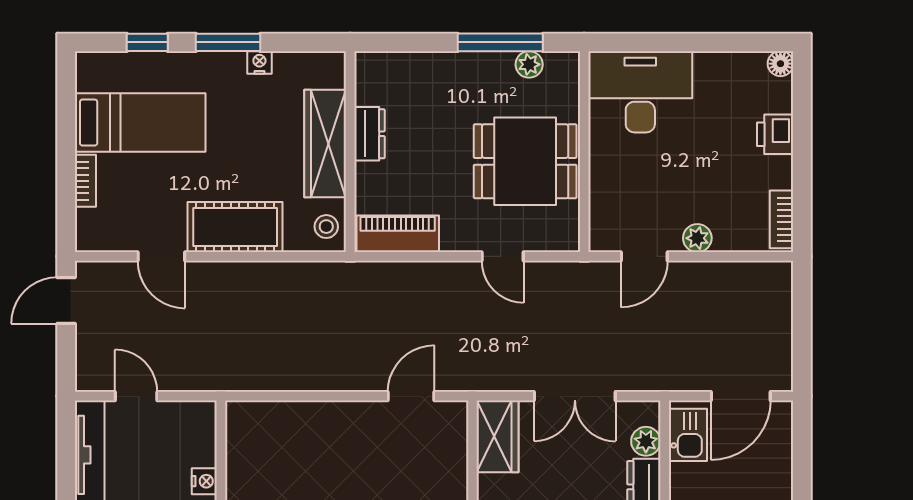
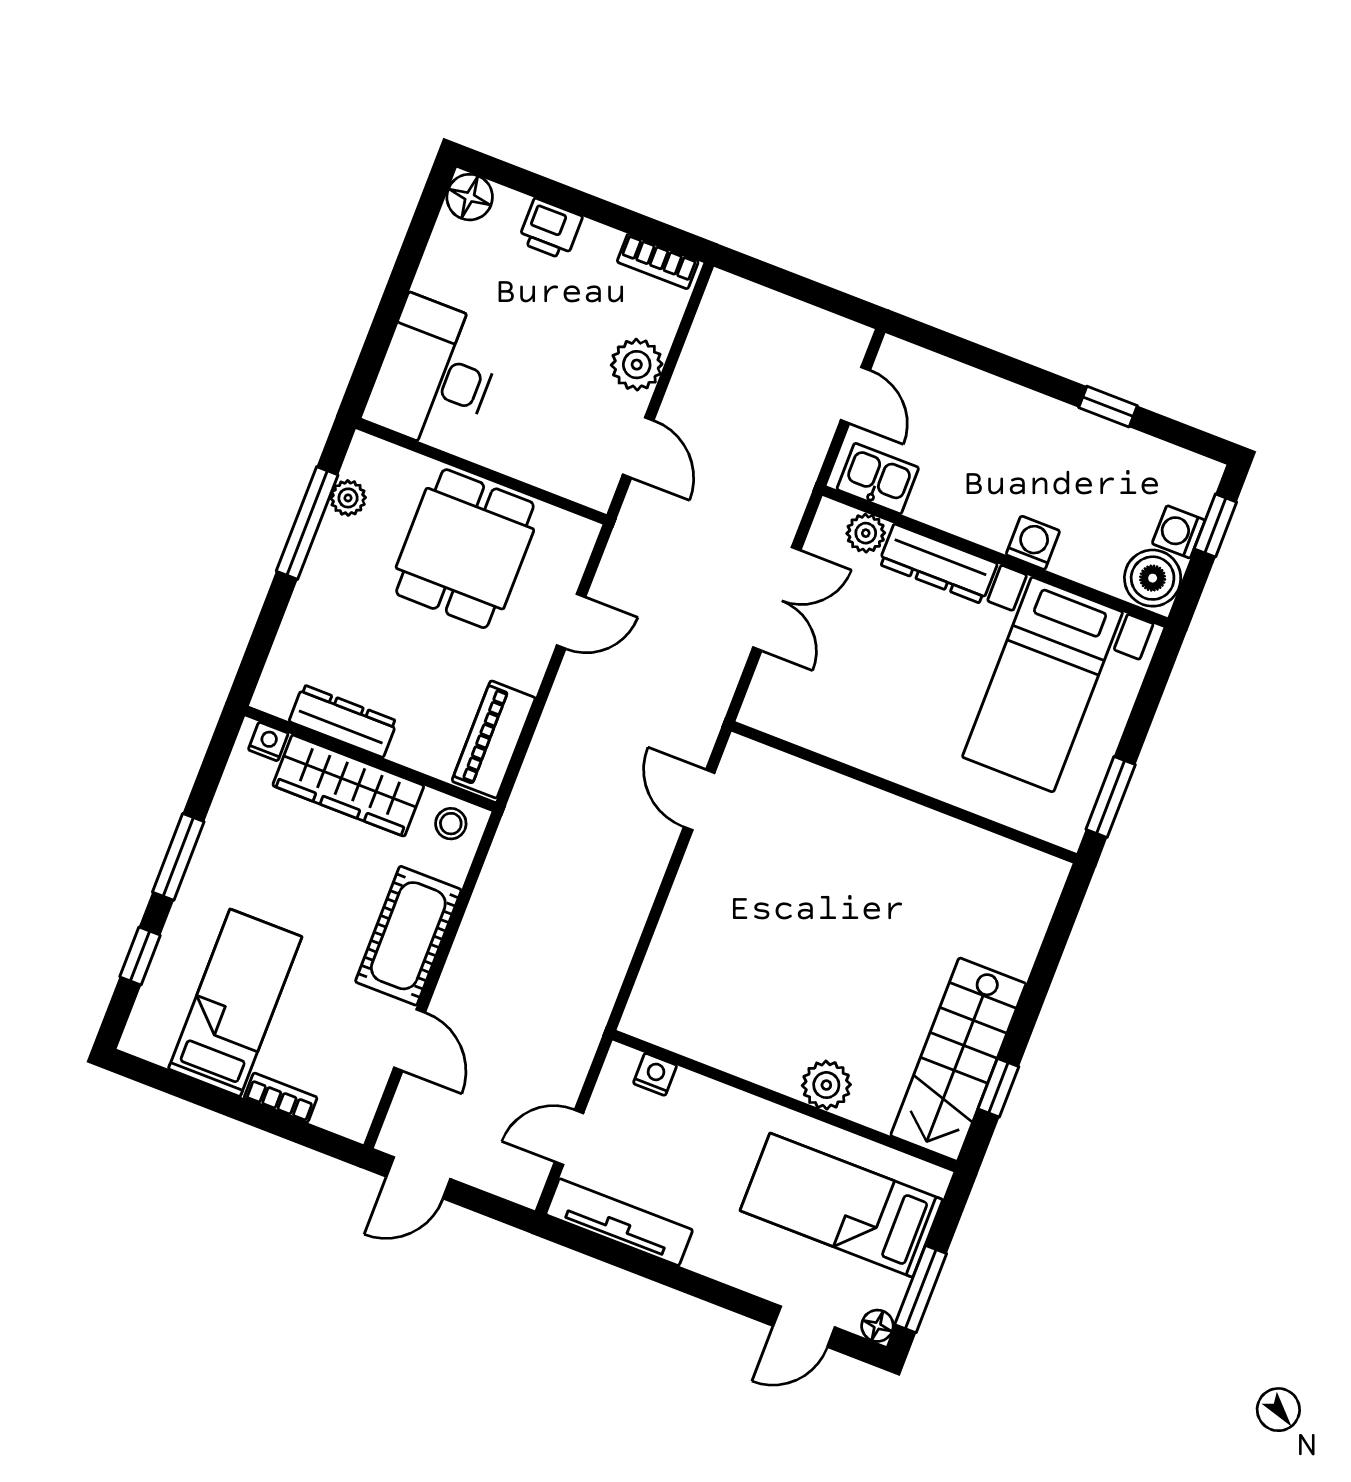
nightstand: (259, 63) -> (268, 742), moved, turned 90
floor lamp: (780, 64) -> (470, 197), width x1.37, depth x1.37
dresser: (369, 134) -> (343, 721), width x1.44
plant: (697, 238) -> (637, 365), width x1.38, depth x1.38
door: (161, 256) -> (409, 1040), hinge flipped
door: (66, 300) -> (418, 1178), hinge flipped
door: (741, 396) -> (855, 395), width x0.73
wardrobe: (498, 436) -> (789, 713), removed
nightstand: (204, 481) -> (655, 1074), moved

